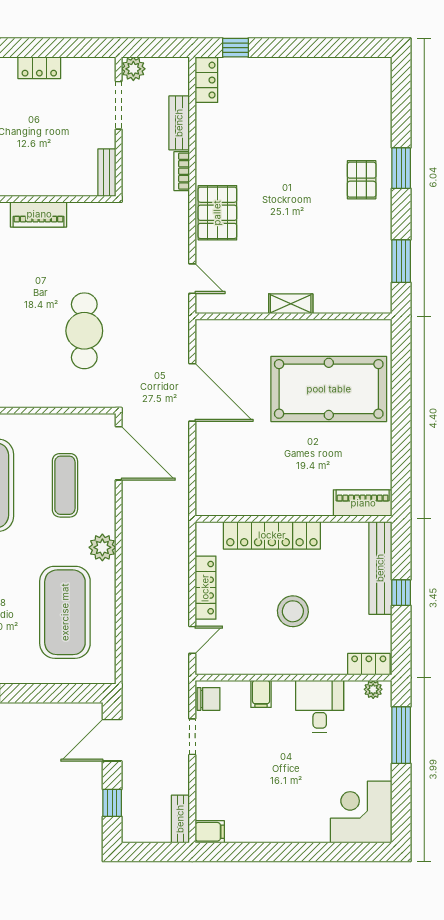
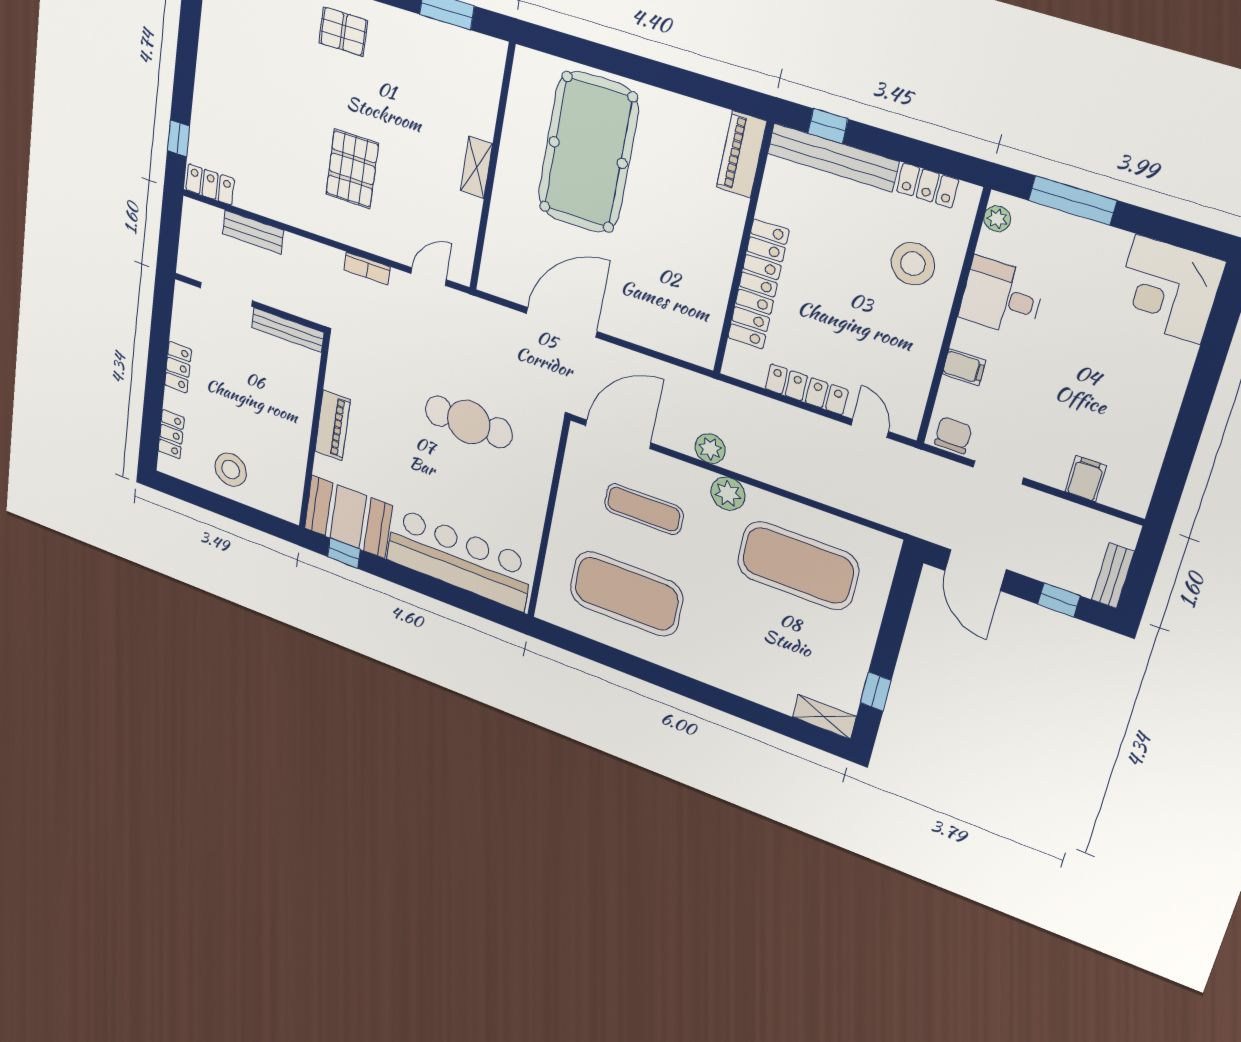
plant: (133, 69) -> (710, 449), moved
bookcase: (182, 171) -> (367, 268), moved
bench: (107, 173) -> (288, 330), width x1.36
pallet: (217, 213) -> (352, 169), moved, turned 90
window: (401, 593) -> (828, 126), moved
stool: (293, 611) -> (913, 264), moved
locker: (369, 664) -> (928, 185), moved, turned -90
bench: (180, 819) -> (1113, 575), moved, turned 90
filing cabinet: (210, 832) -> (1086, 479), moved

